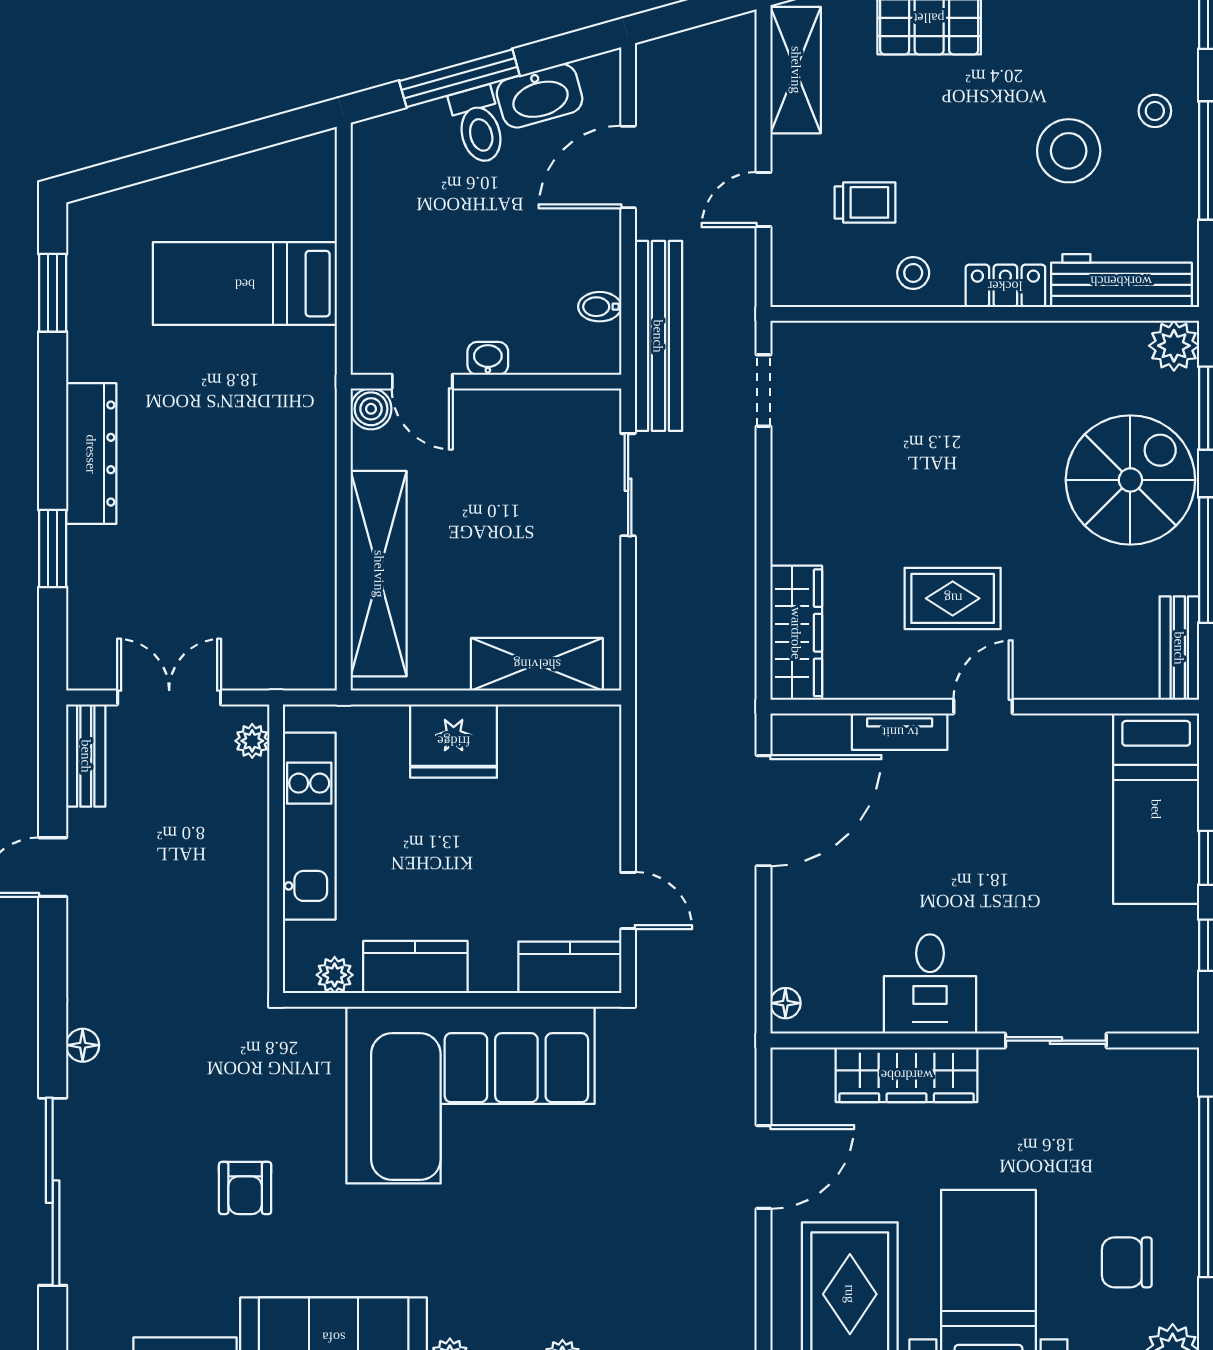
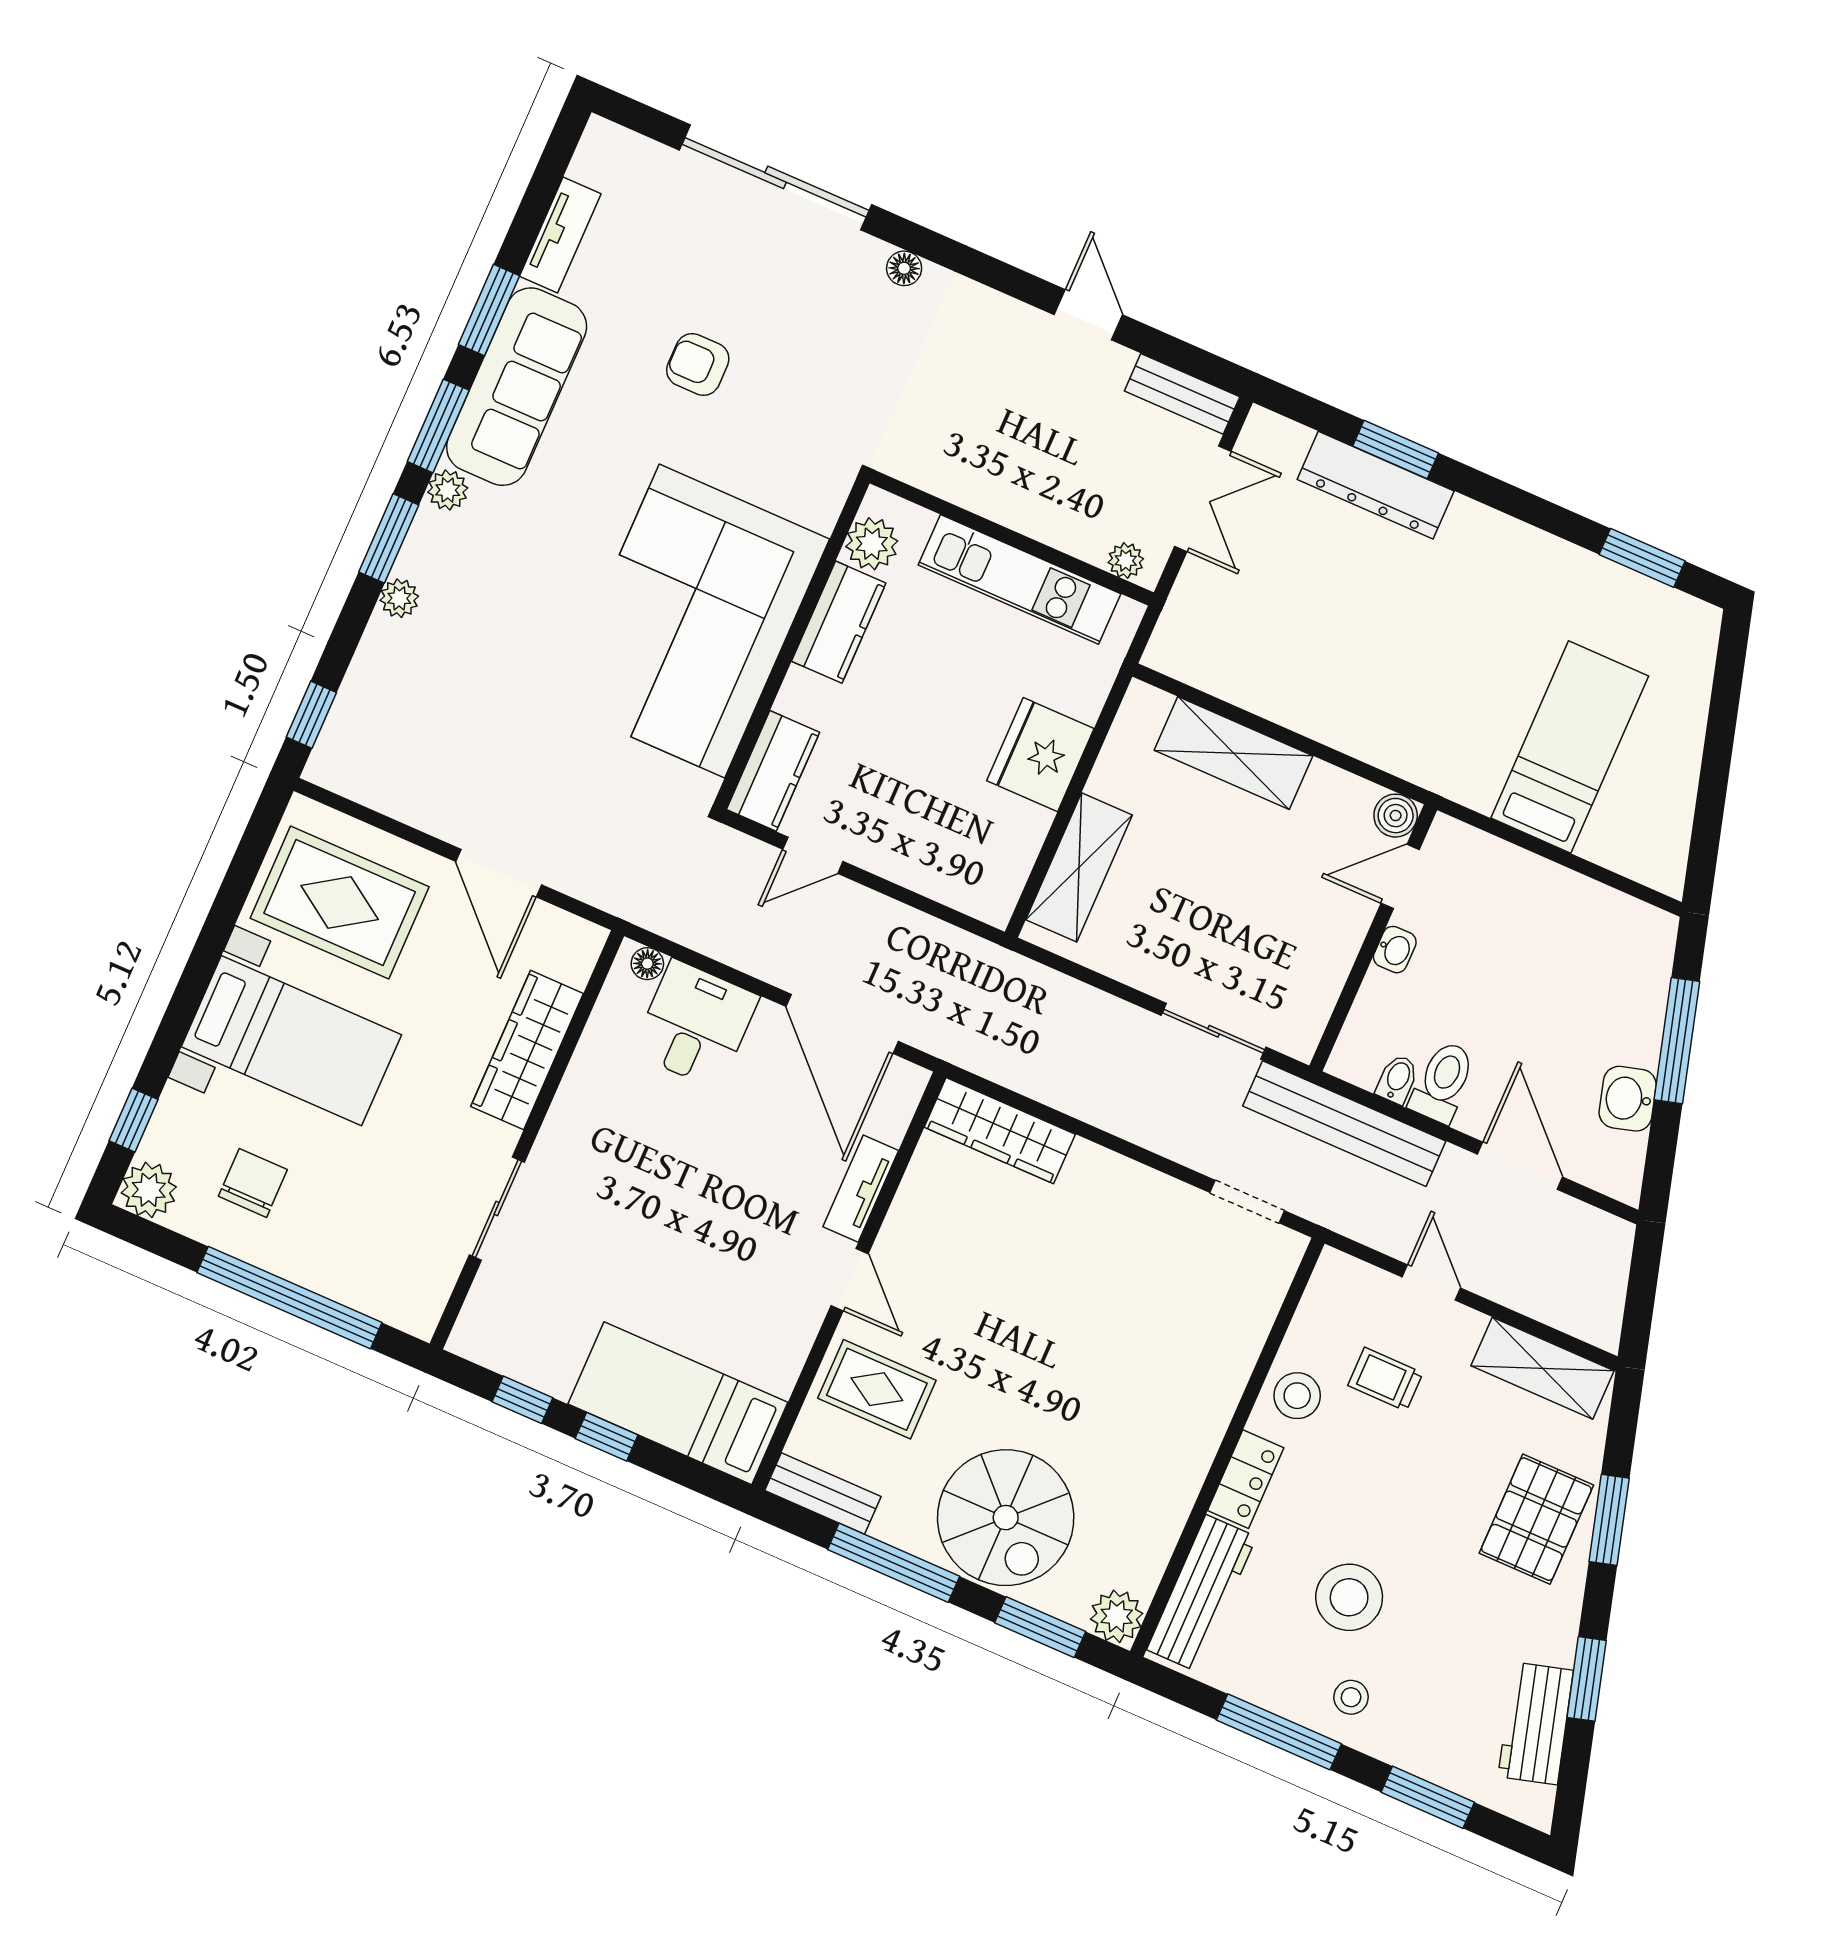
washbasin: (540, 96) -> (1628, 1099), width x0.72
toilet: (478, 125) -> (1443, 1082), moved, turned 106
trolley: (865, 202) -> (1385, 1379), turned 90
stool: (913, 273) -> (1297, 1396), width x1.37, depth x1.37
dresser: (91, 454) -> (1376, 485), moved
shelving: (379, 574) -> (1233, 753), width x0.68
rug: (953, 598) -> (877, 1389), moved, turned 90
plant: (335, 975) -> (872, 544), width x1.38, depth x1.38
desk: (930, 984) -> (695, 1024), moved, turned 90

